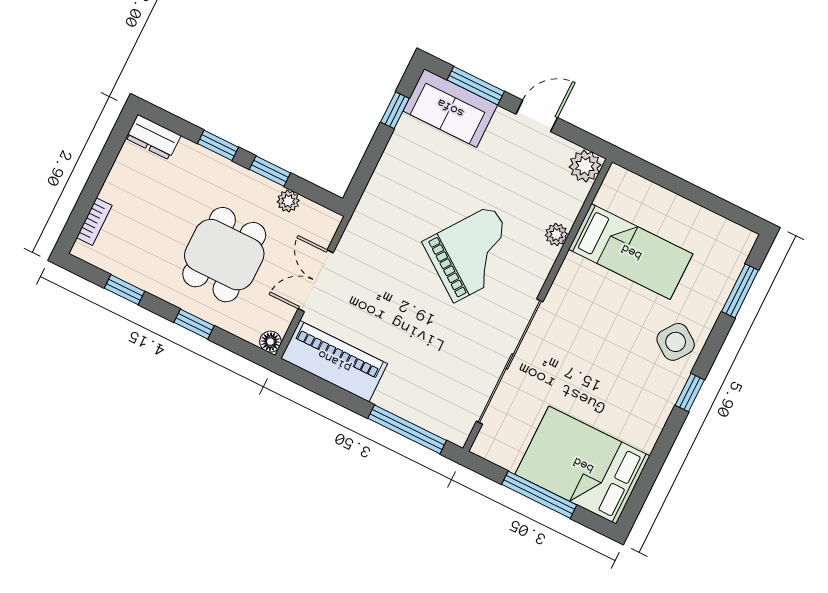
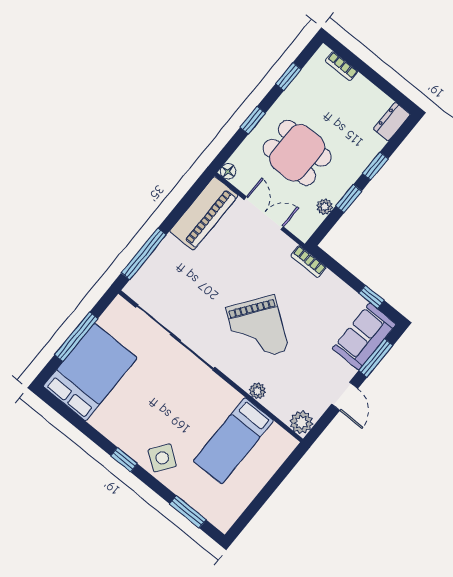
bookcase: (367, 206) -> (308, 262), added

